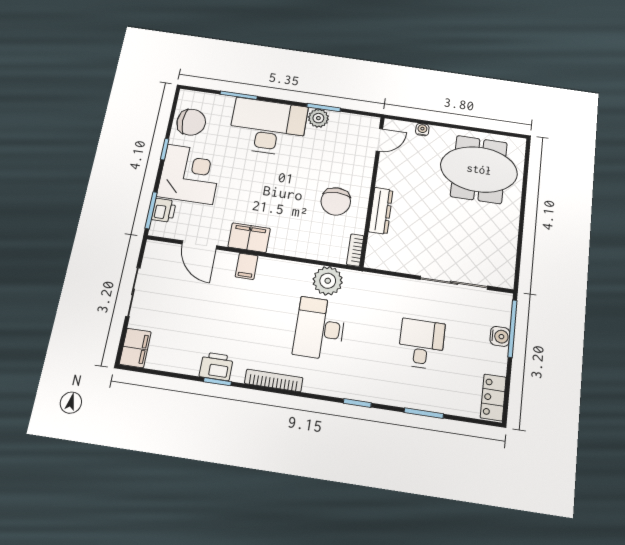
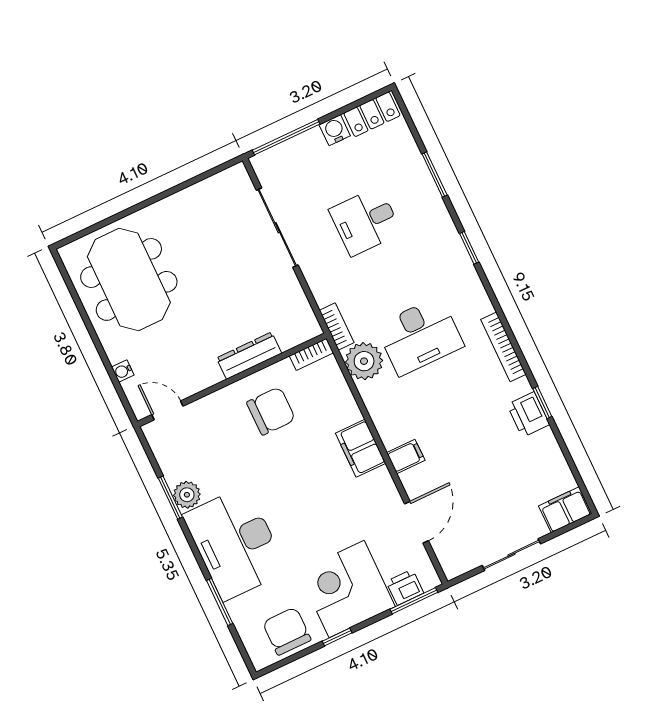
filing cabinet: (249, 238) -> (361, 448), moved
bookcase: (363, 278) -> (337, 327), added
water cooler: (500, 336) -> (335, 130), moved

